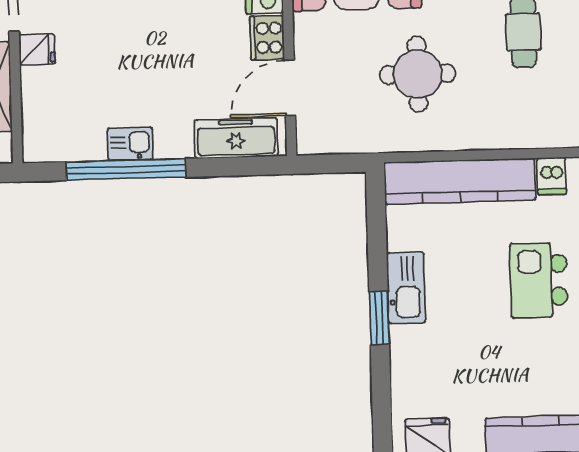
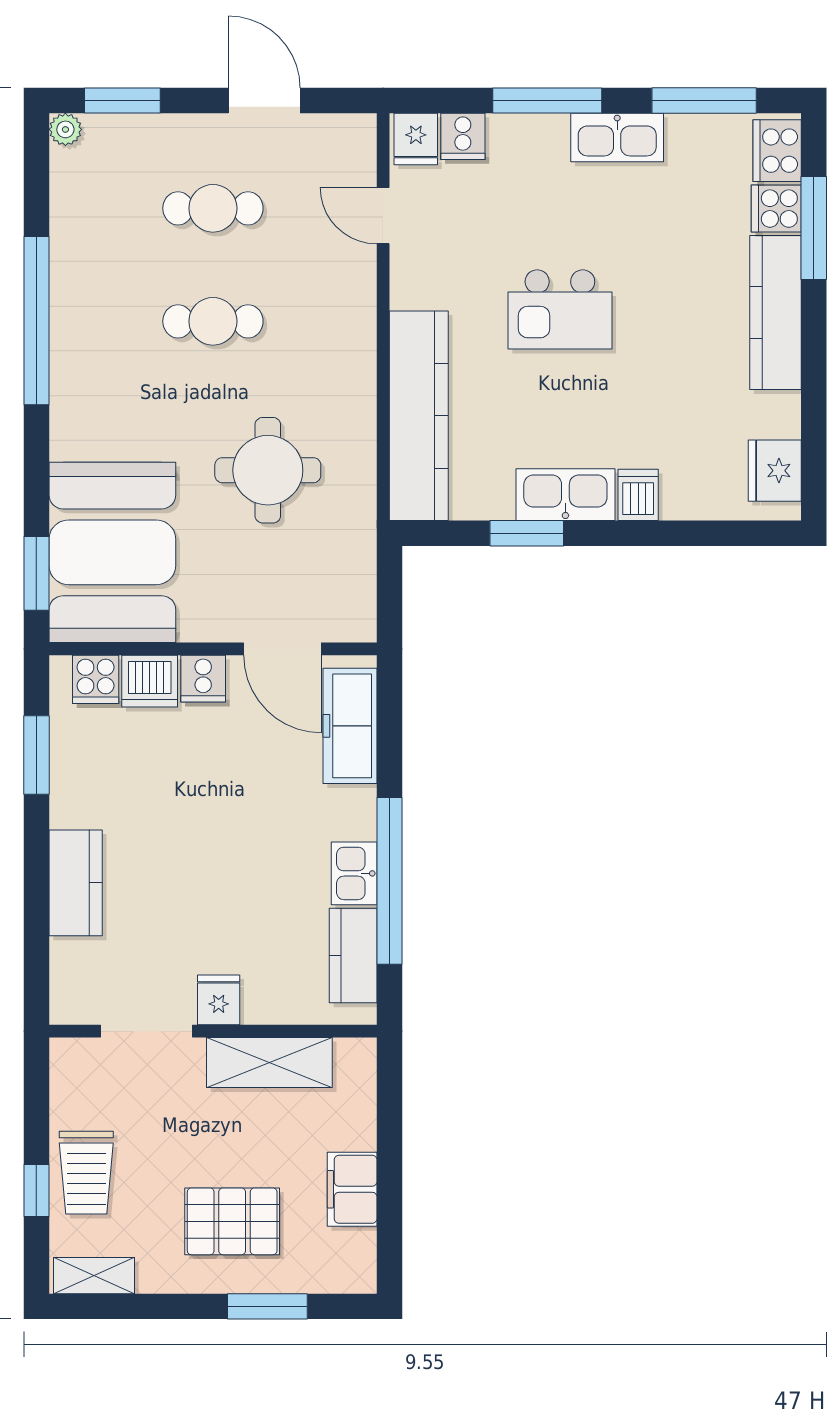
cooker: (267, 38) -> (203, 679), width x0.73
kitchen counter: (71, 145) -> (353, 956), added
dishwasher: (552, 176) -> (638, 495), moved, turned -90
window: (379, 318) -> (527, 533), moved

